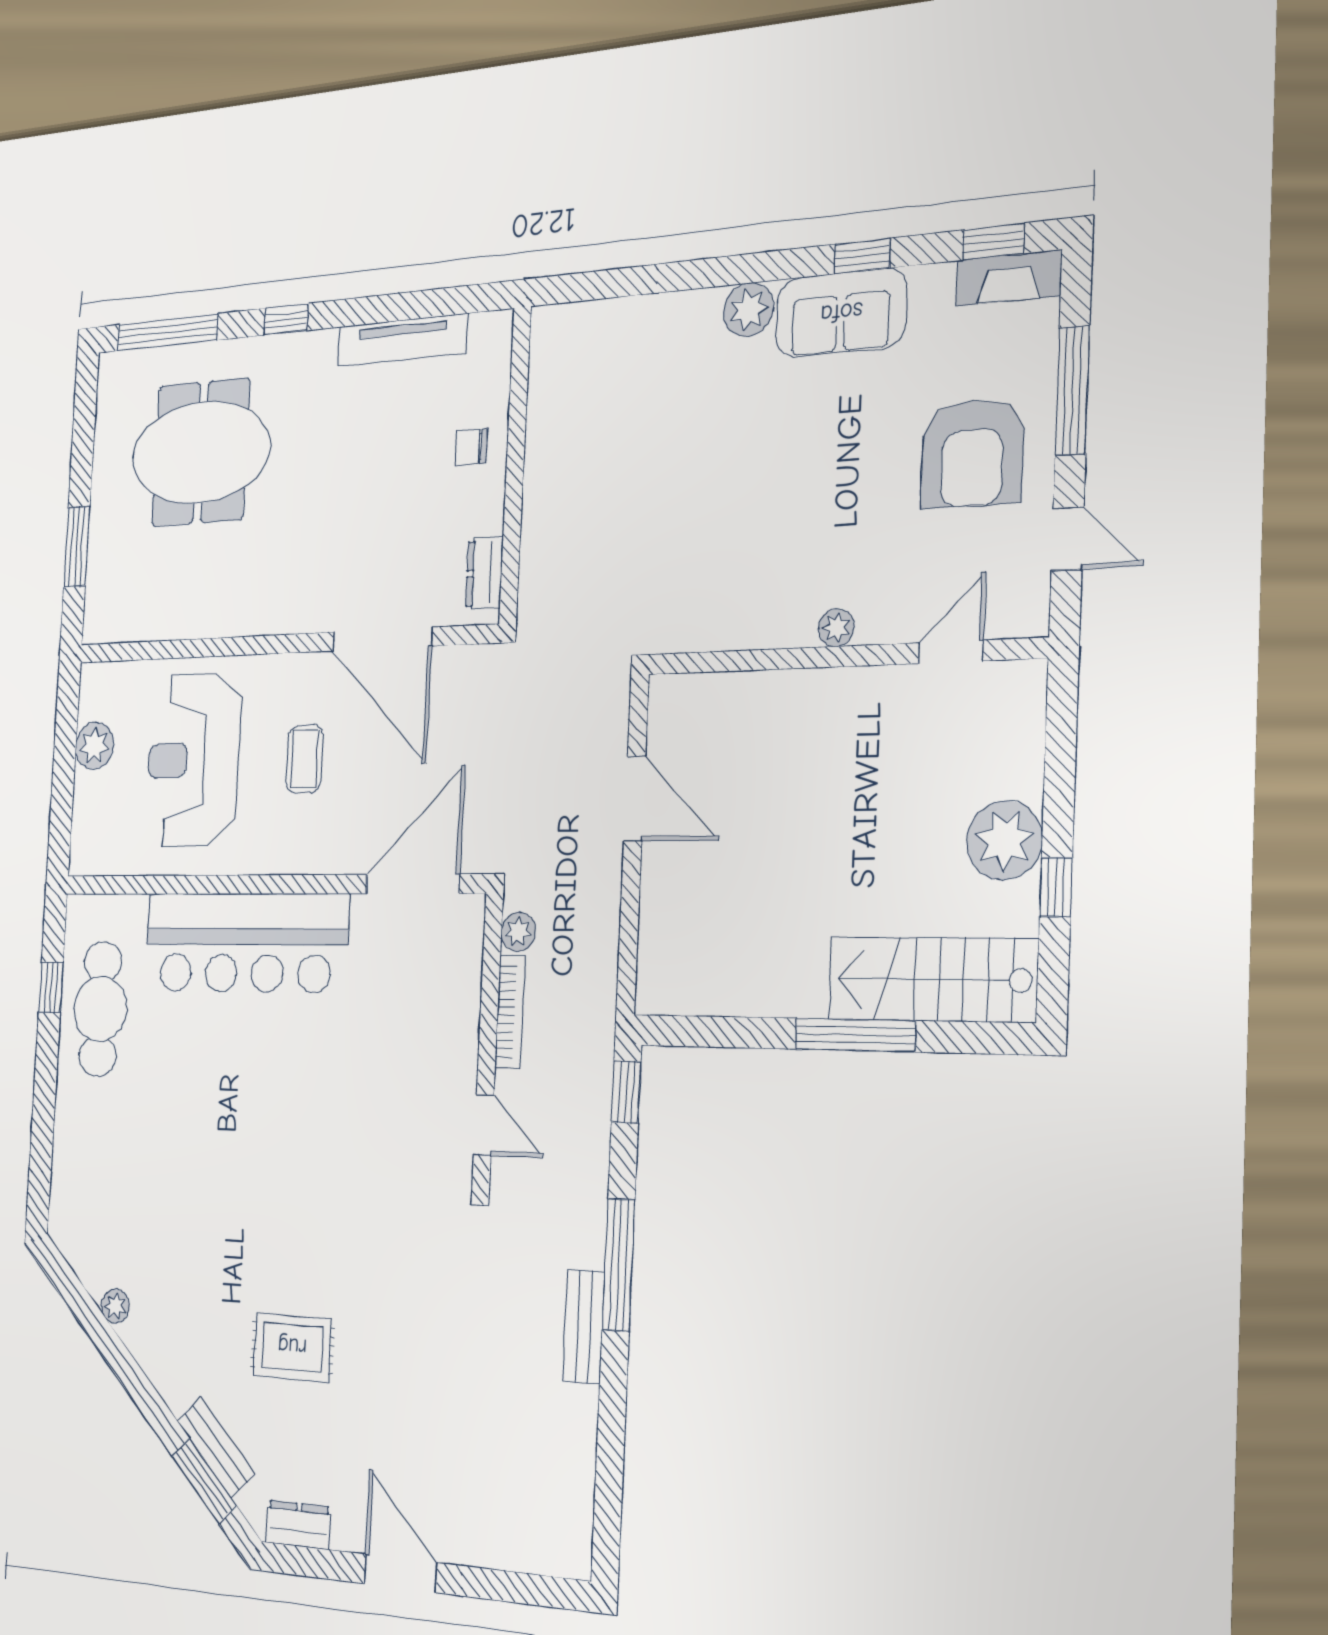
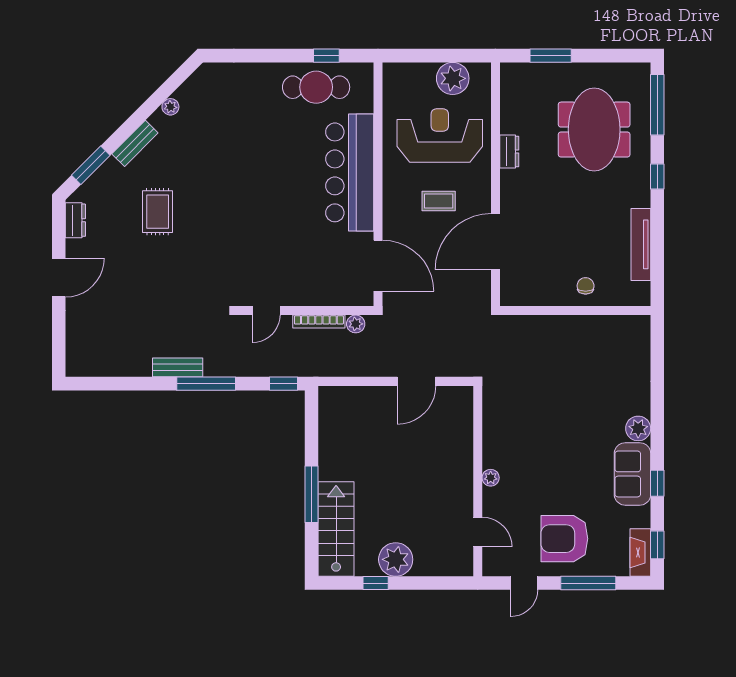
dresser: (484, 573) -> (509, 151), moved, turned 90
plant: (94, 746) -> (453, 78), width x1.36, depth x1.36
bench: (216, 1447) -> (135, 143), moved

